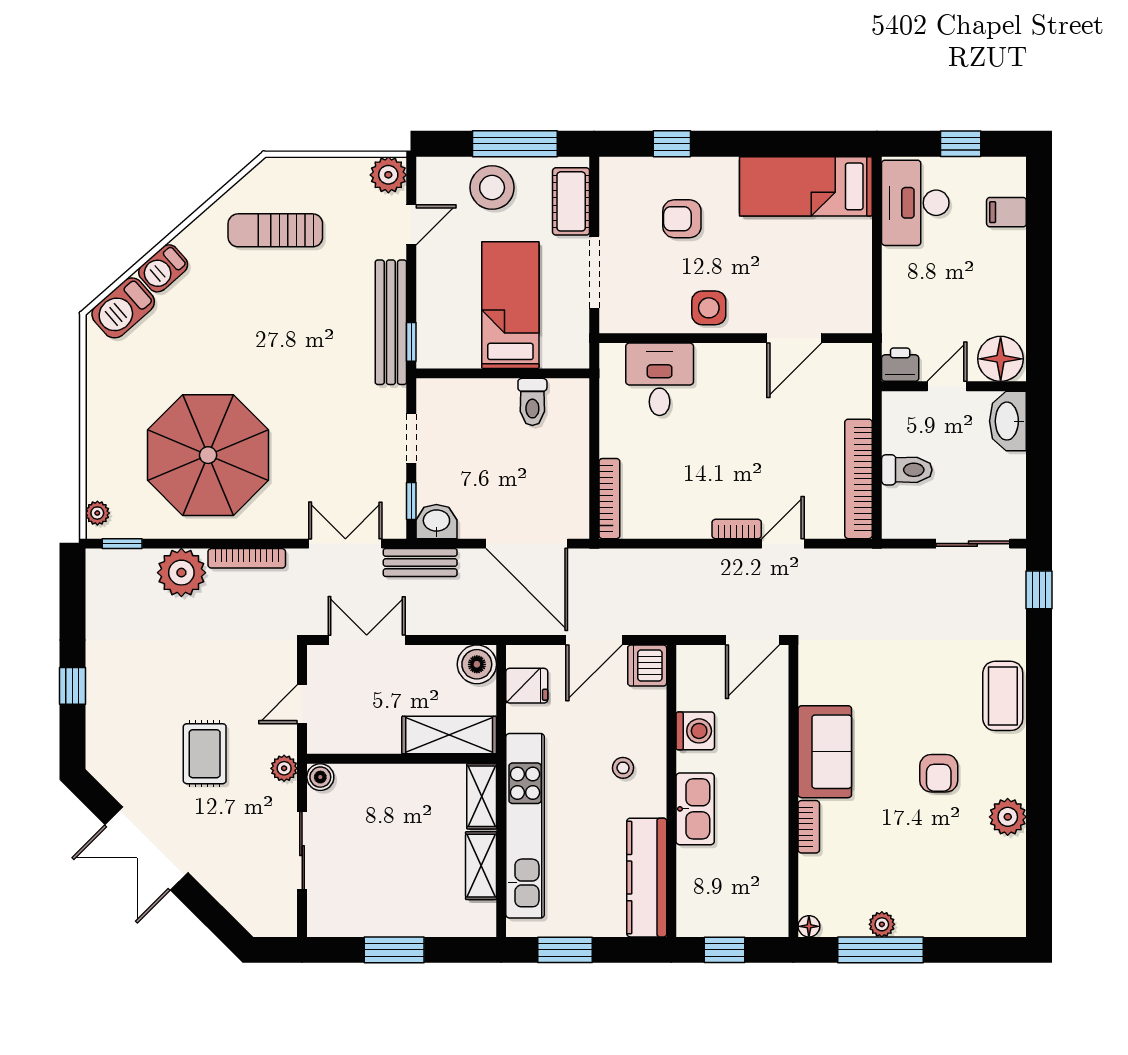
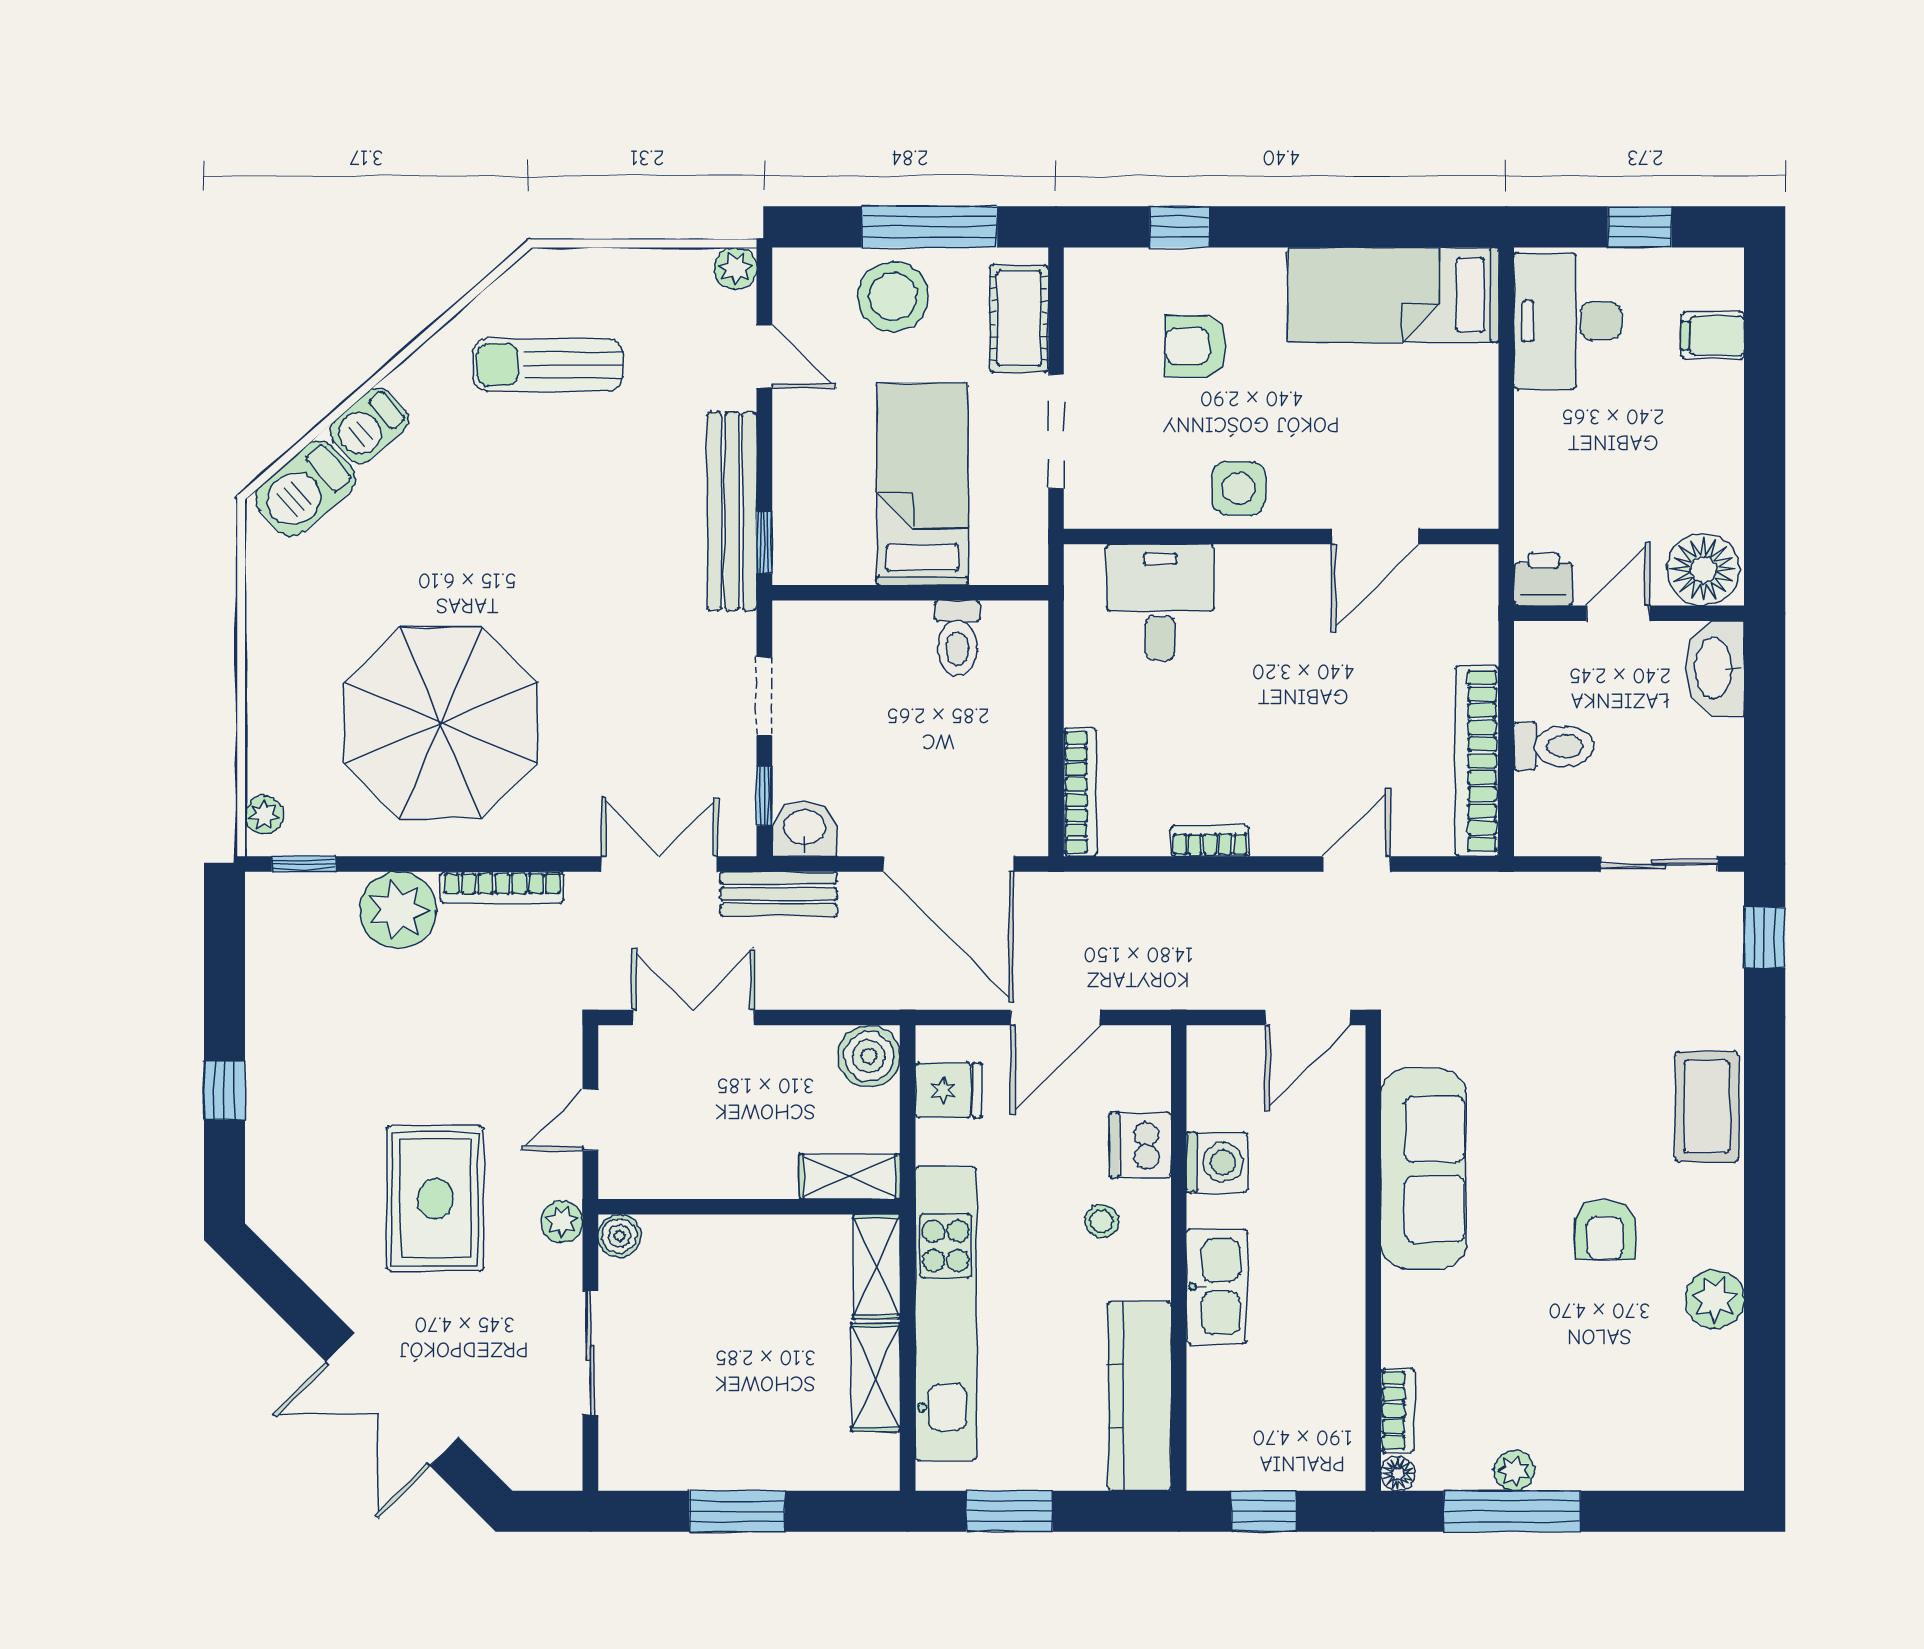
plant: (388, 175) -> (736, 268), width x0.73, depth x0.73
door: (411, 225) -> (764, 356), hinge flipped
bookcase: (737, 529) -> (1210, 841), moved
dishwasher: (647, 665) -> (1140, 1145), moved
shelving: (449, 735) -> (850, 1177), width x0.67, depth x0.75
sofa: (825, 752) -> (1423, 1169), width x1.36
rug: (205, 754) -> (435, 1199), width x1.36, depth x1.43
bookcase: (809, 827) -> (1398, 1410), moved
double door: (147, 849) -> (392, 1400), moved

